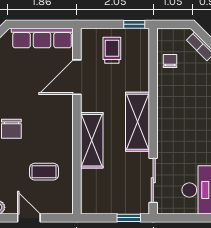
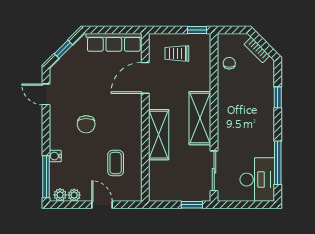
trolley: (112, 50) -> (177, 53), turned -90
coffee table: (44, 172) -> (116, 163), turned 90

